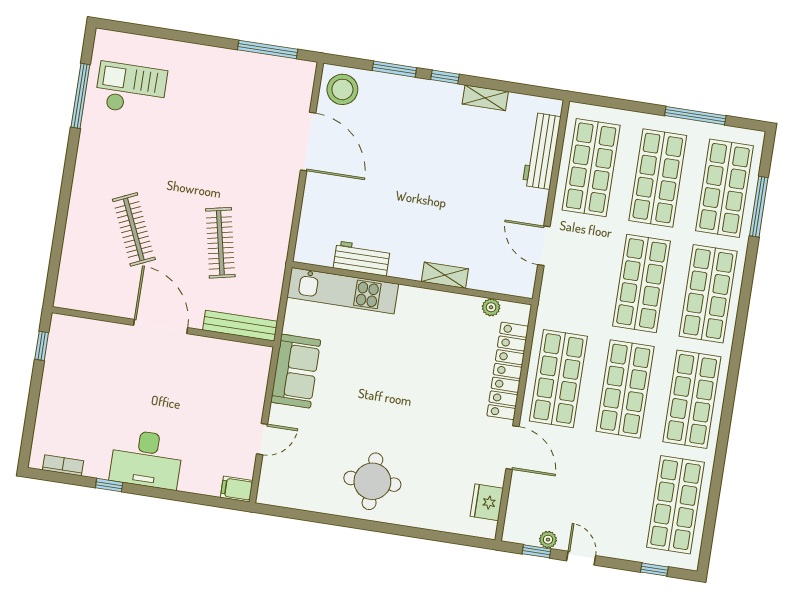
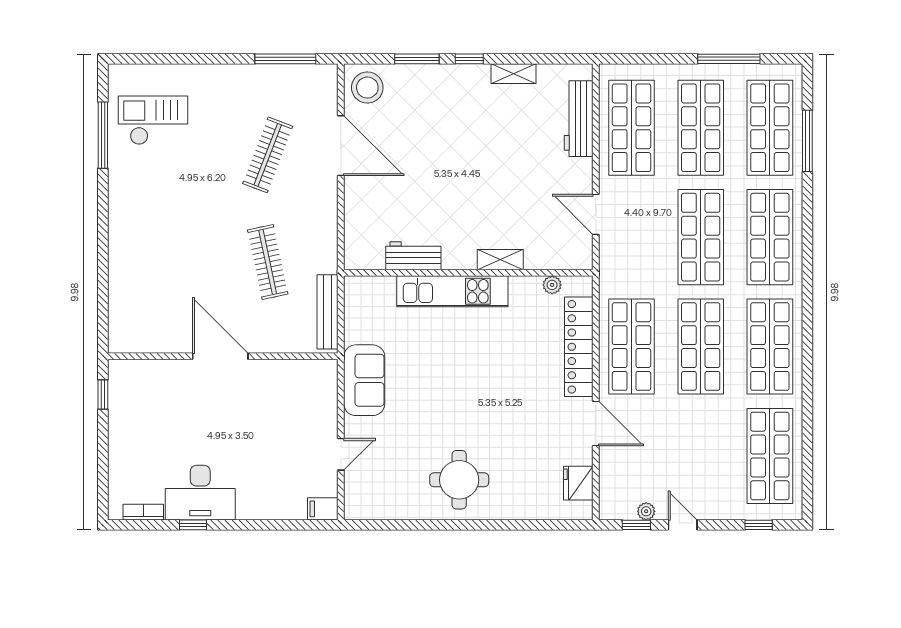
clothes rail: (134, 229) -> (268, 155), moved, turned 45
kitchen unit: (343, 291) -> (452, 291), moved
bench: (240, 326) -> (328, 312), moved, turned 90
desk: (146, 459) -> (200, 493), moved

